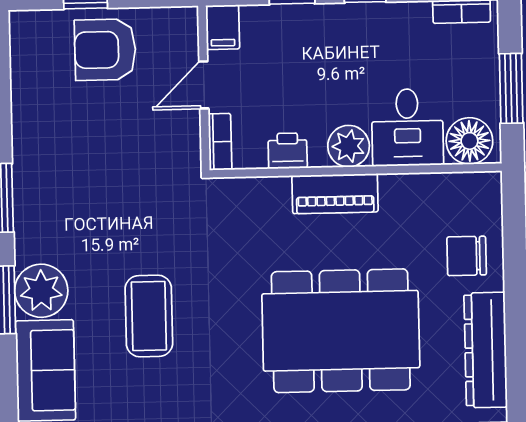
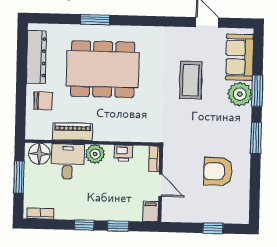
armchair: (105, 50) -> (218, 171), moved, turned 180
door: (204, 85) -> (160, 185), hinge flipped
piano: (335, 194) -> (73, 132), moved

